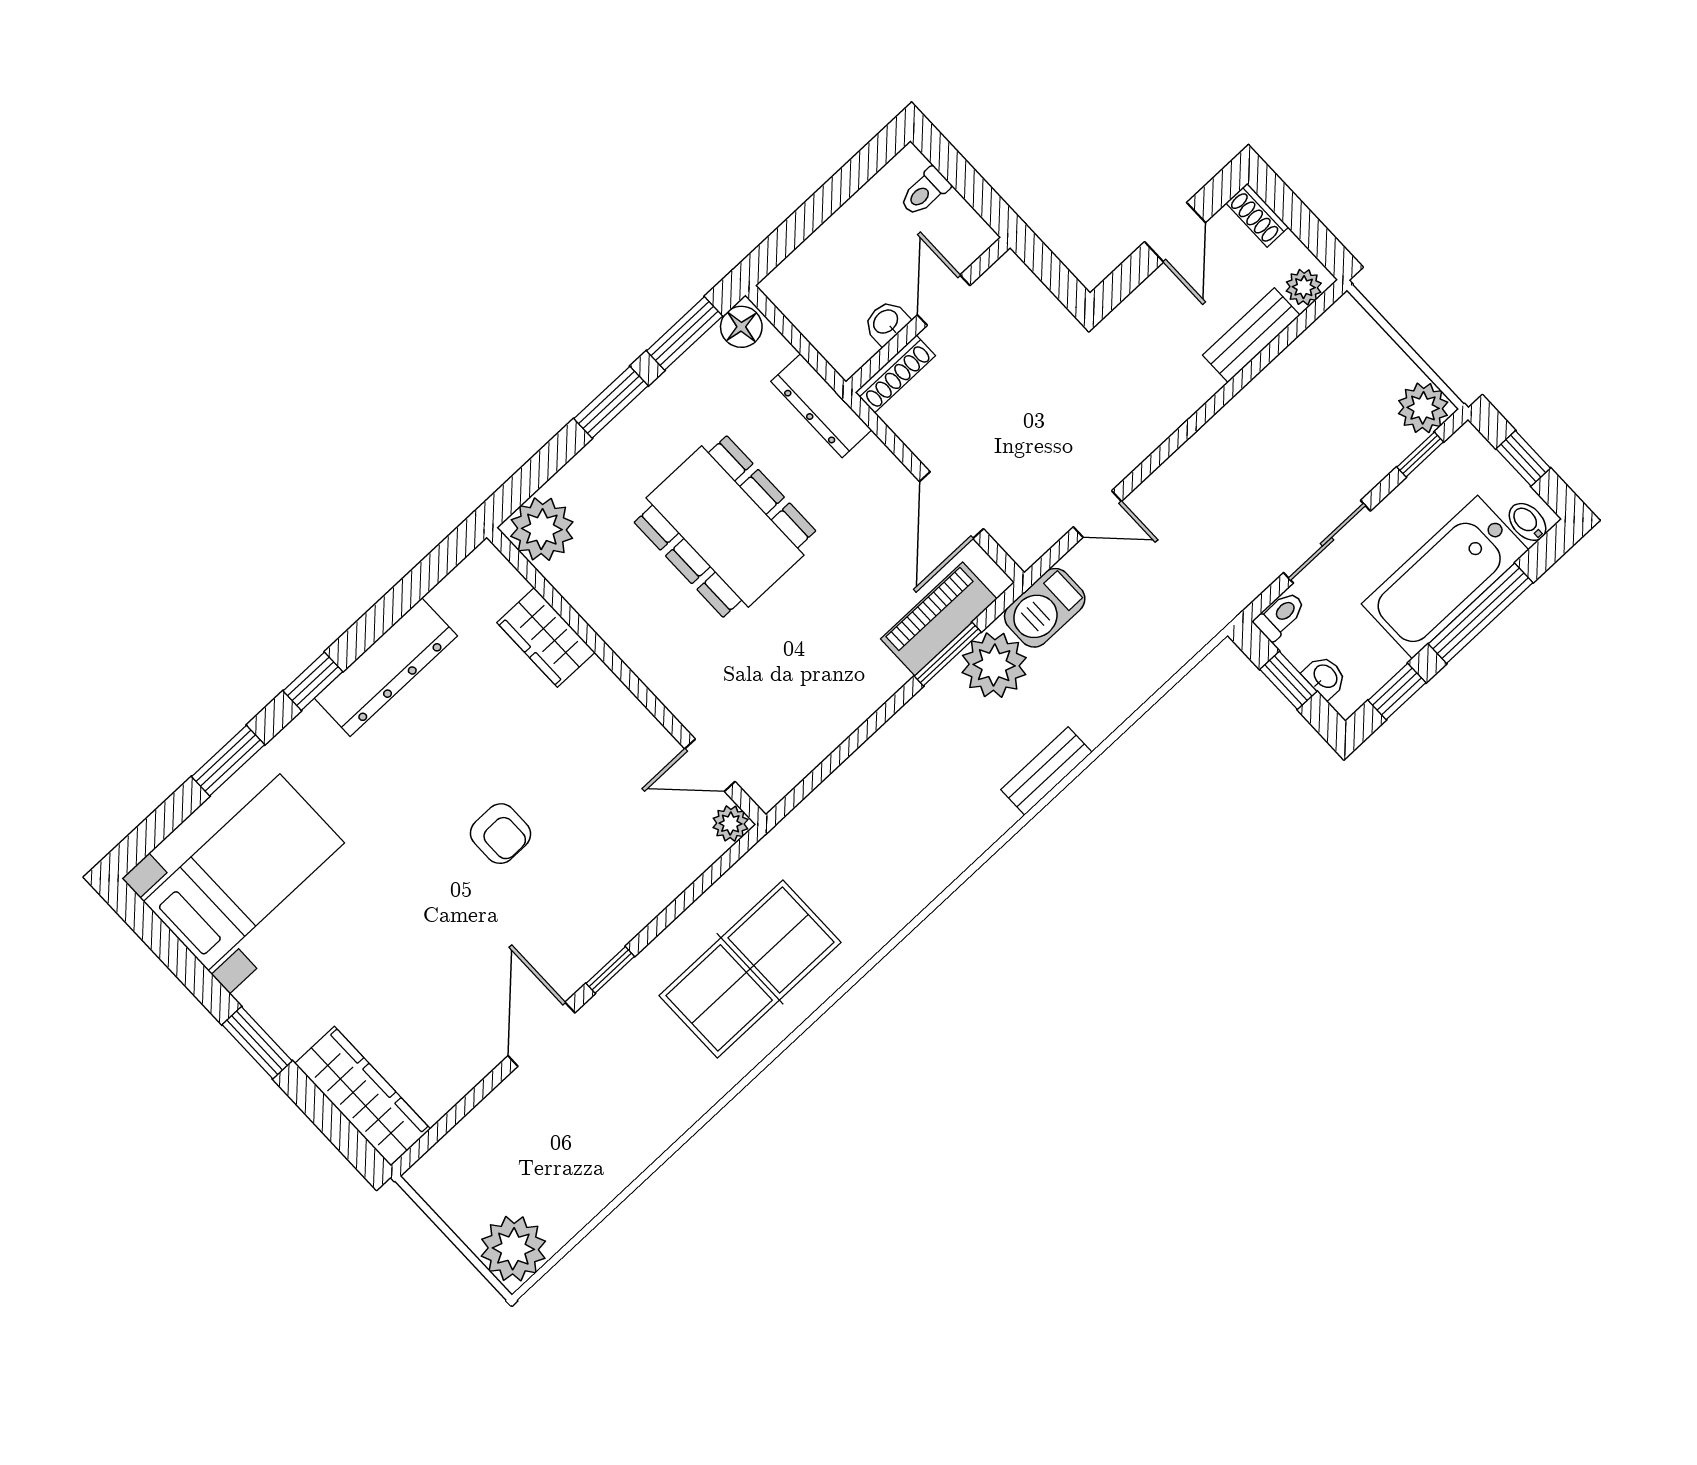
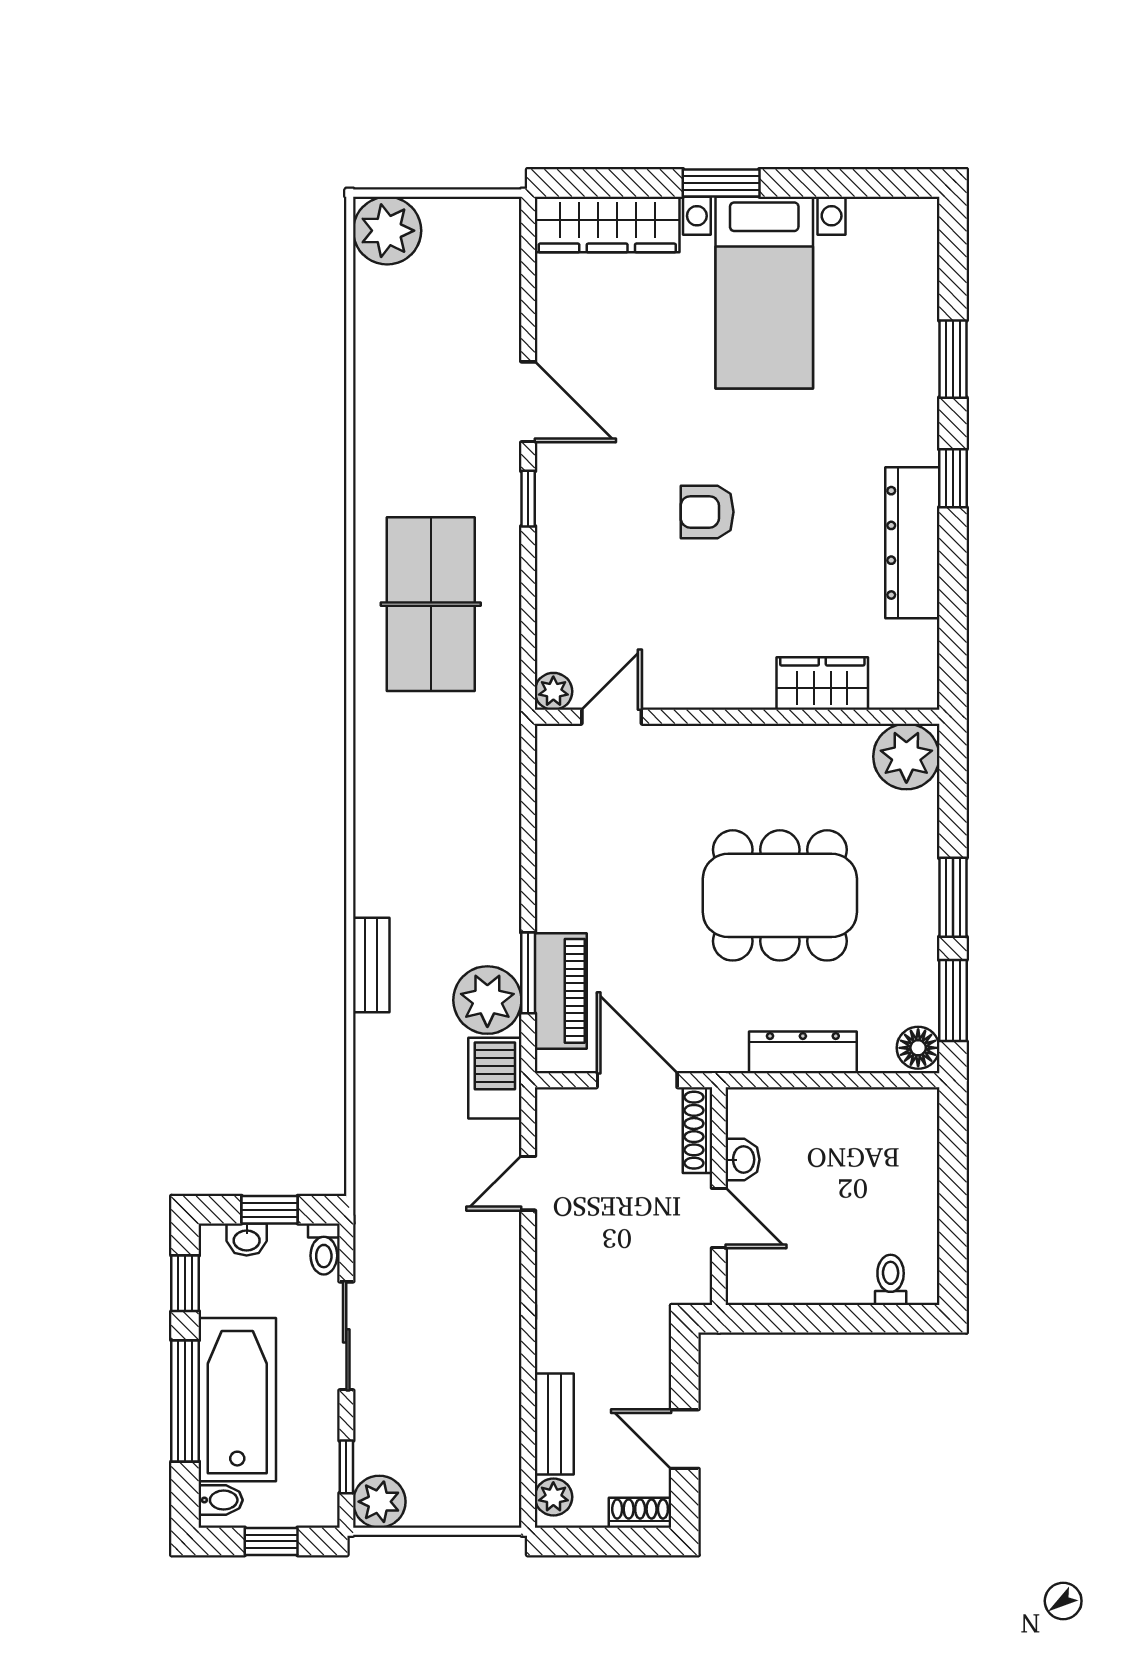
door: (944, 300) -> (719, 1218), moved
wall: (928, 315) -> (719, 1196), moved
washbasin: (886, 322) -> (743, 1160), moved
shoe rack: (895, 374) -> (697, 1130), moved
bed with nightstands: (244, 872) -> (764, 293), moved

